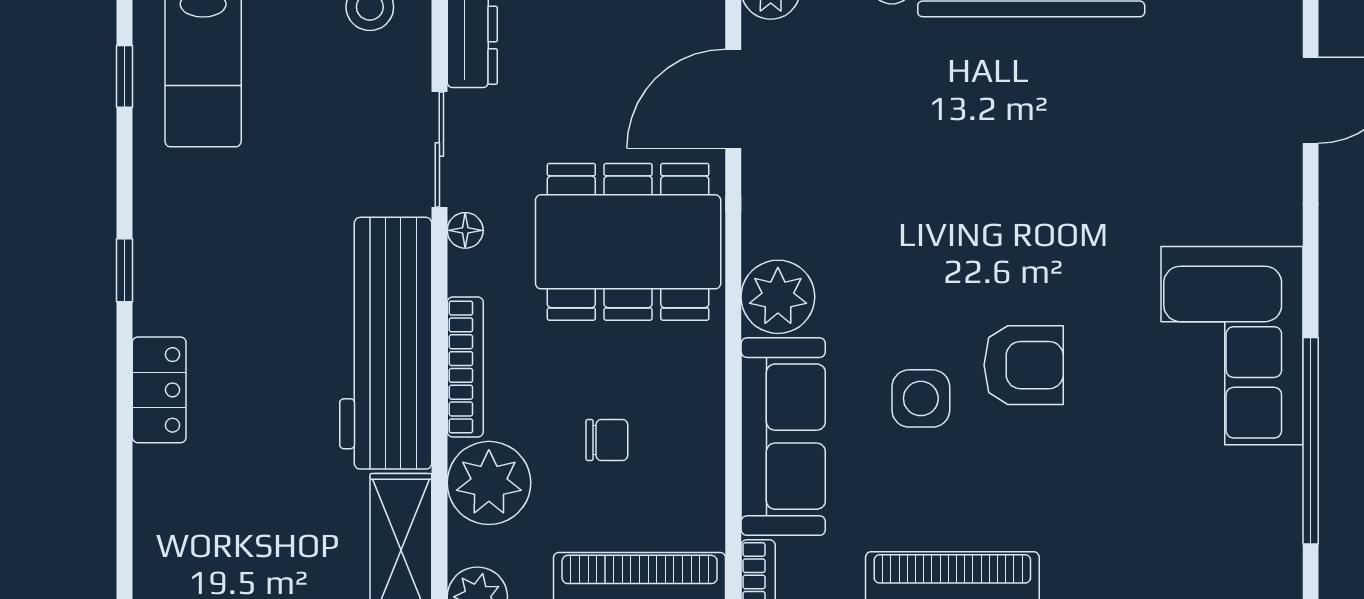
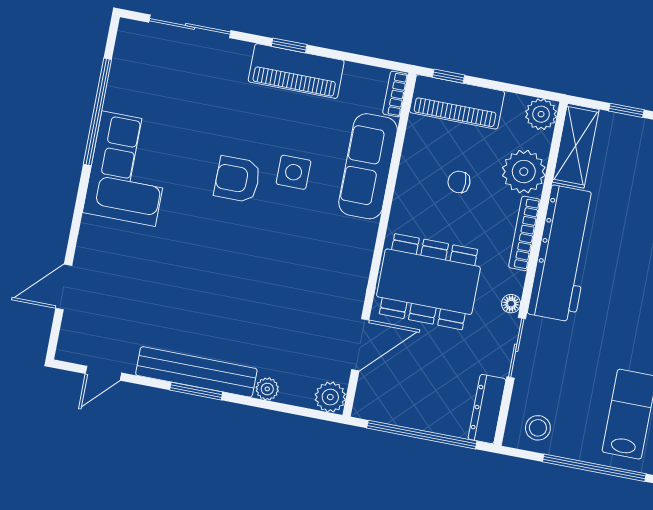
plant: (778, 297) -> (357, 239), removed

